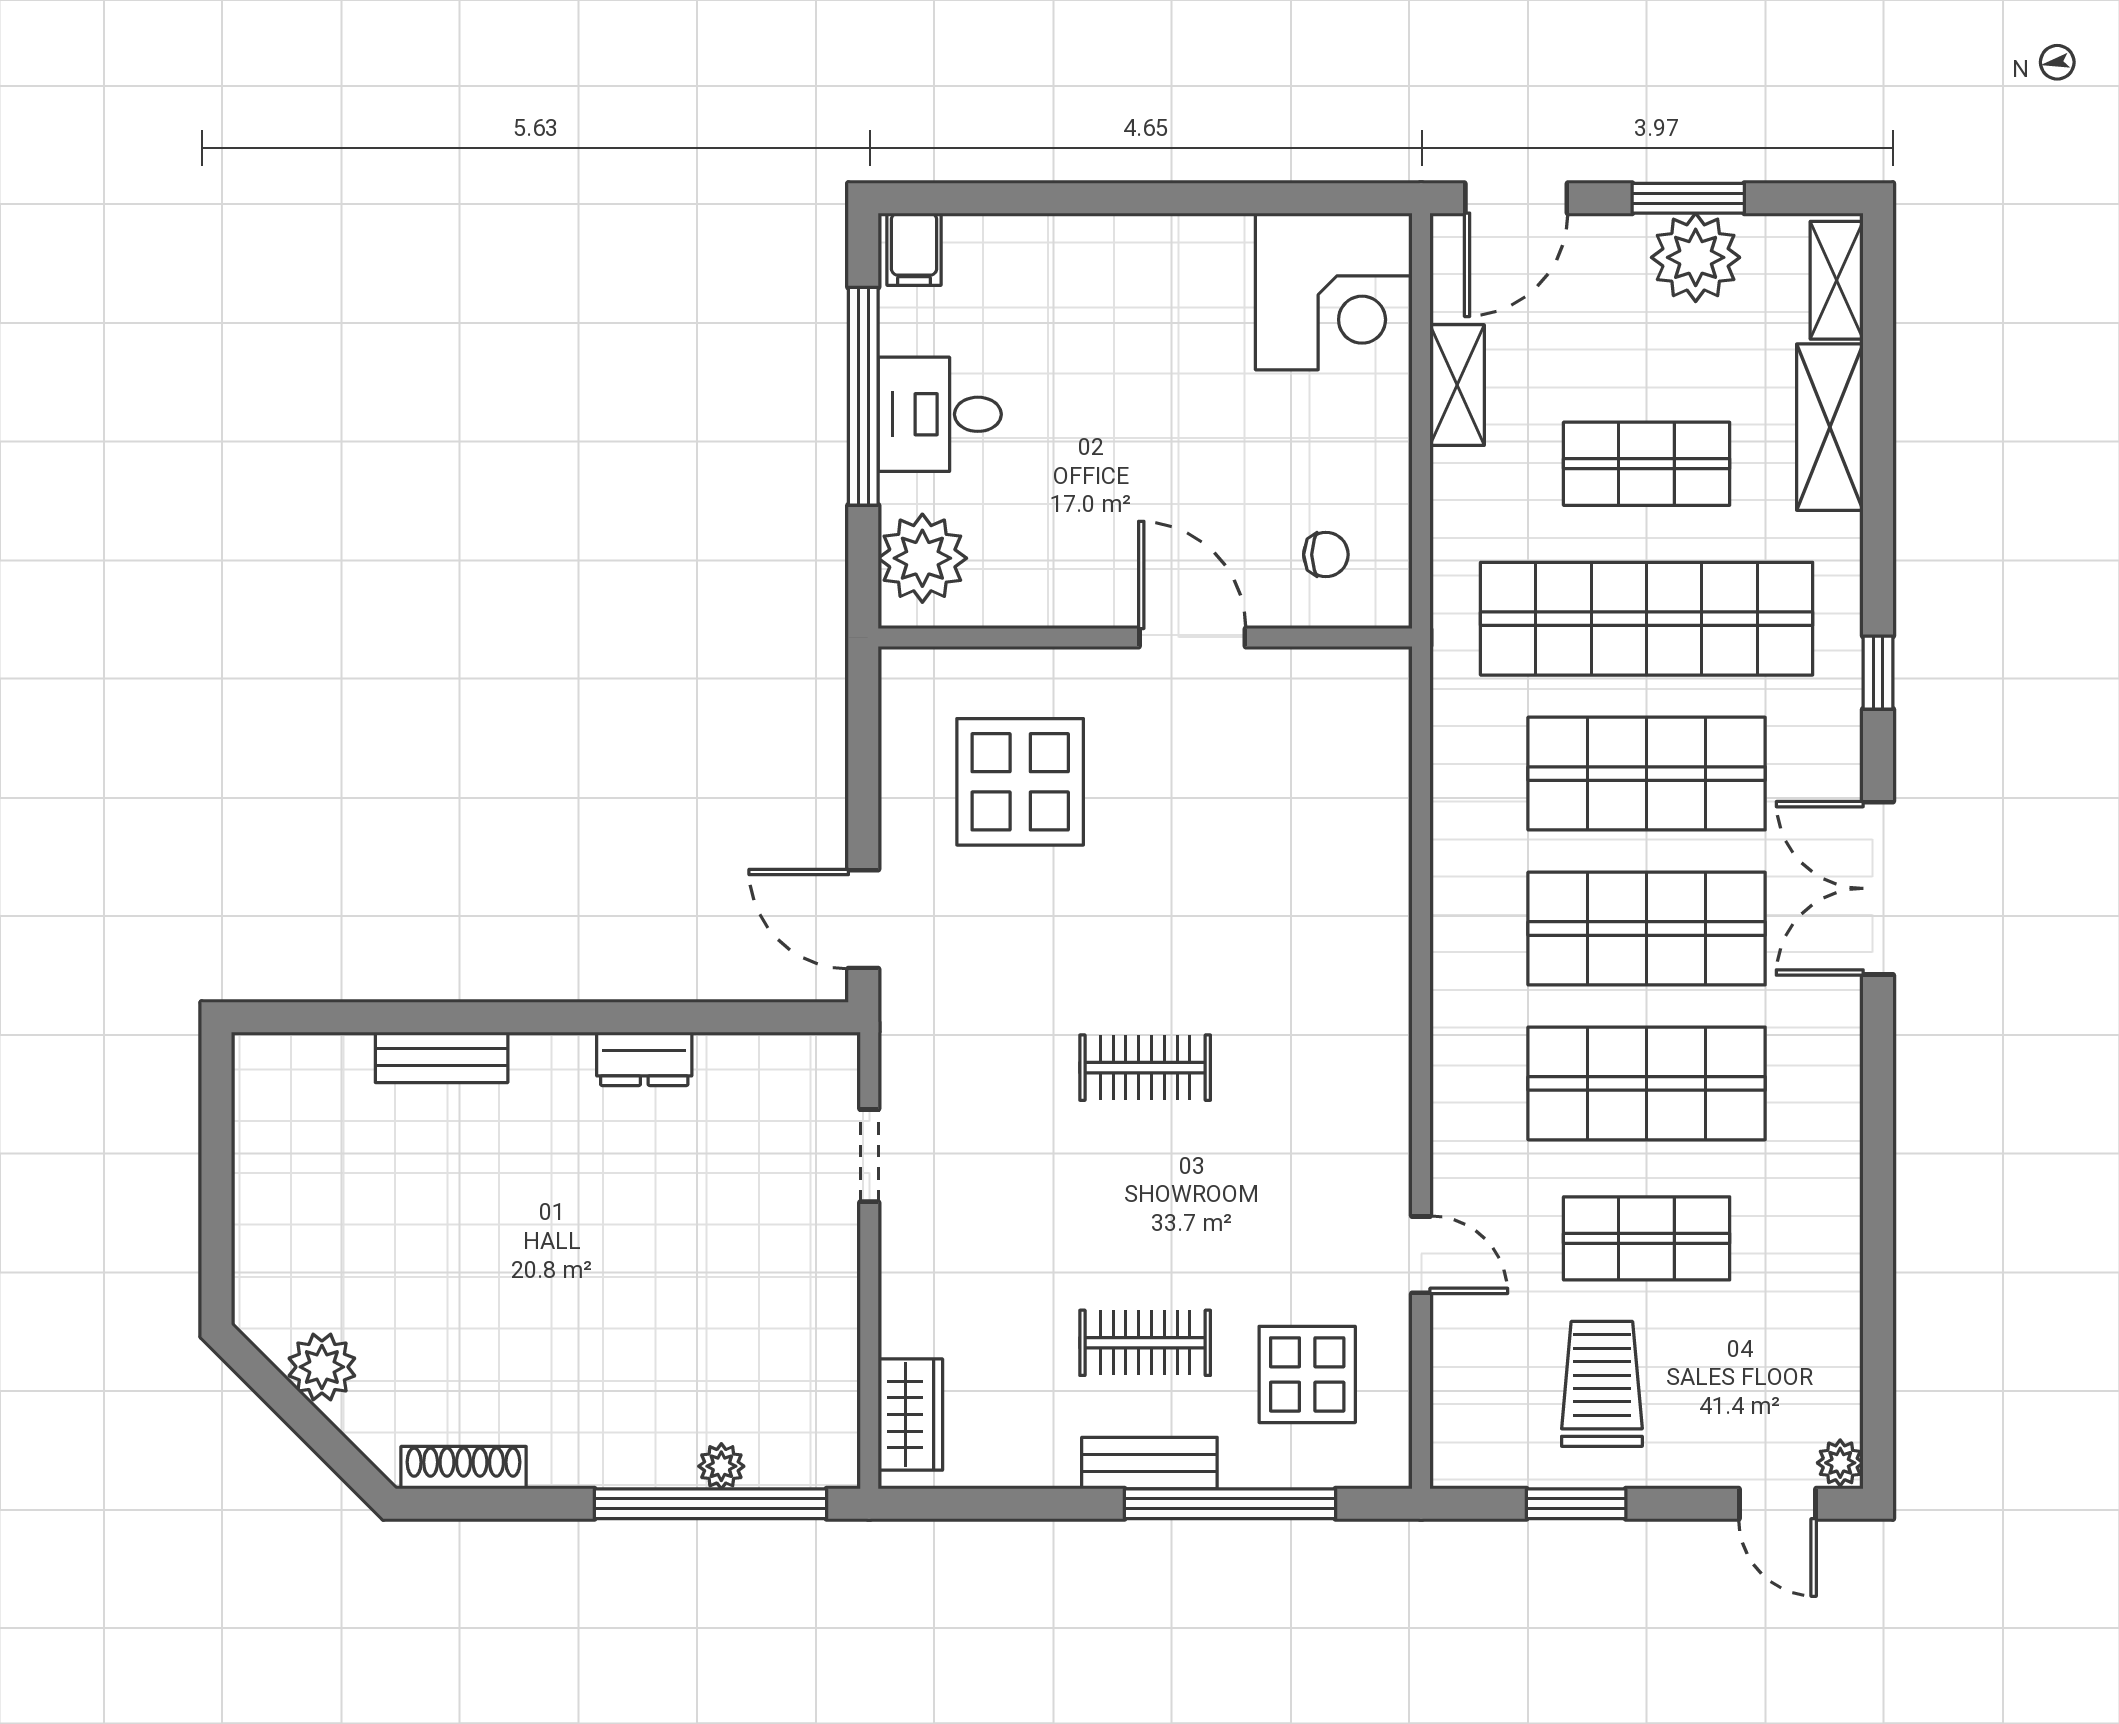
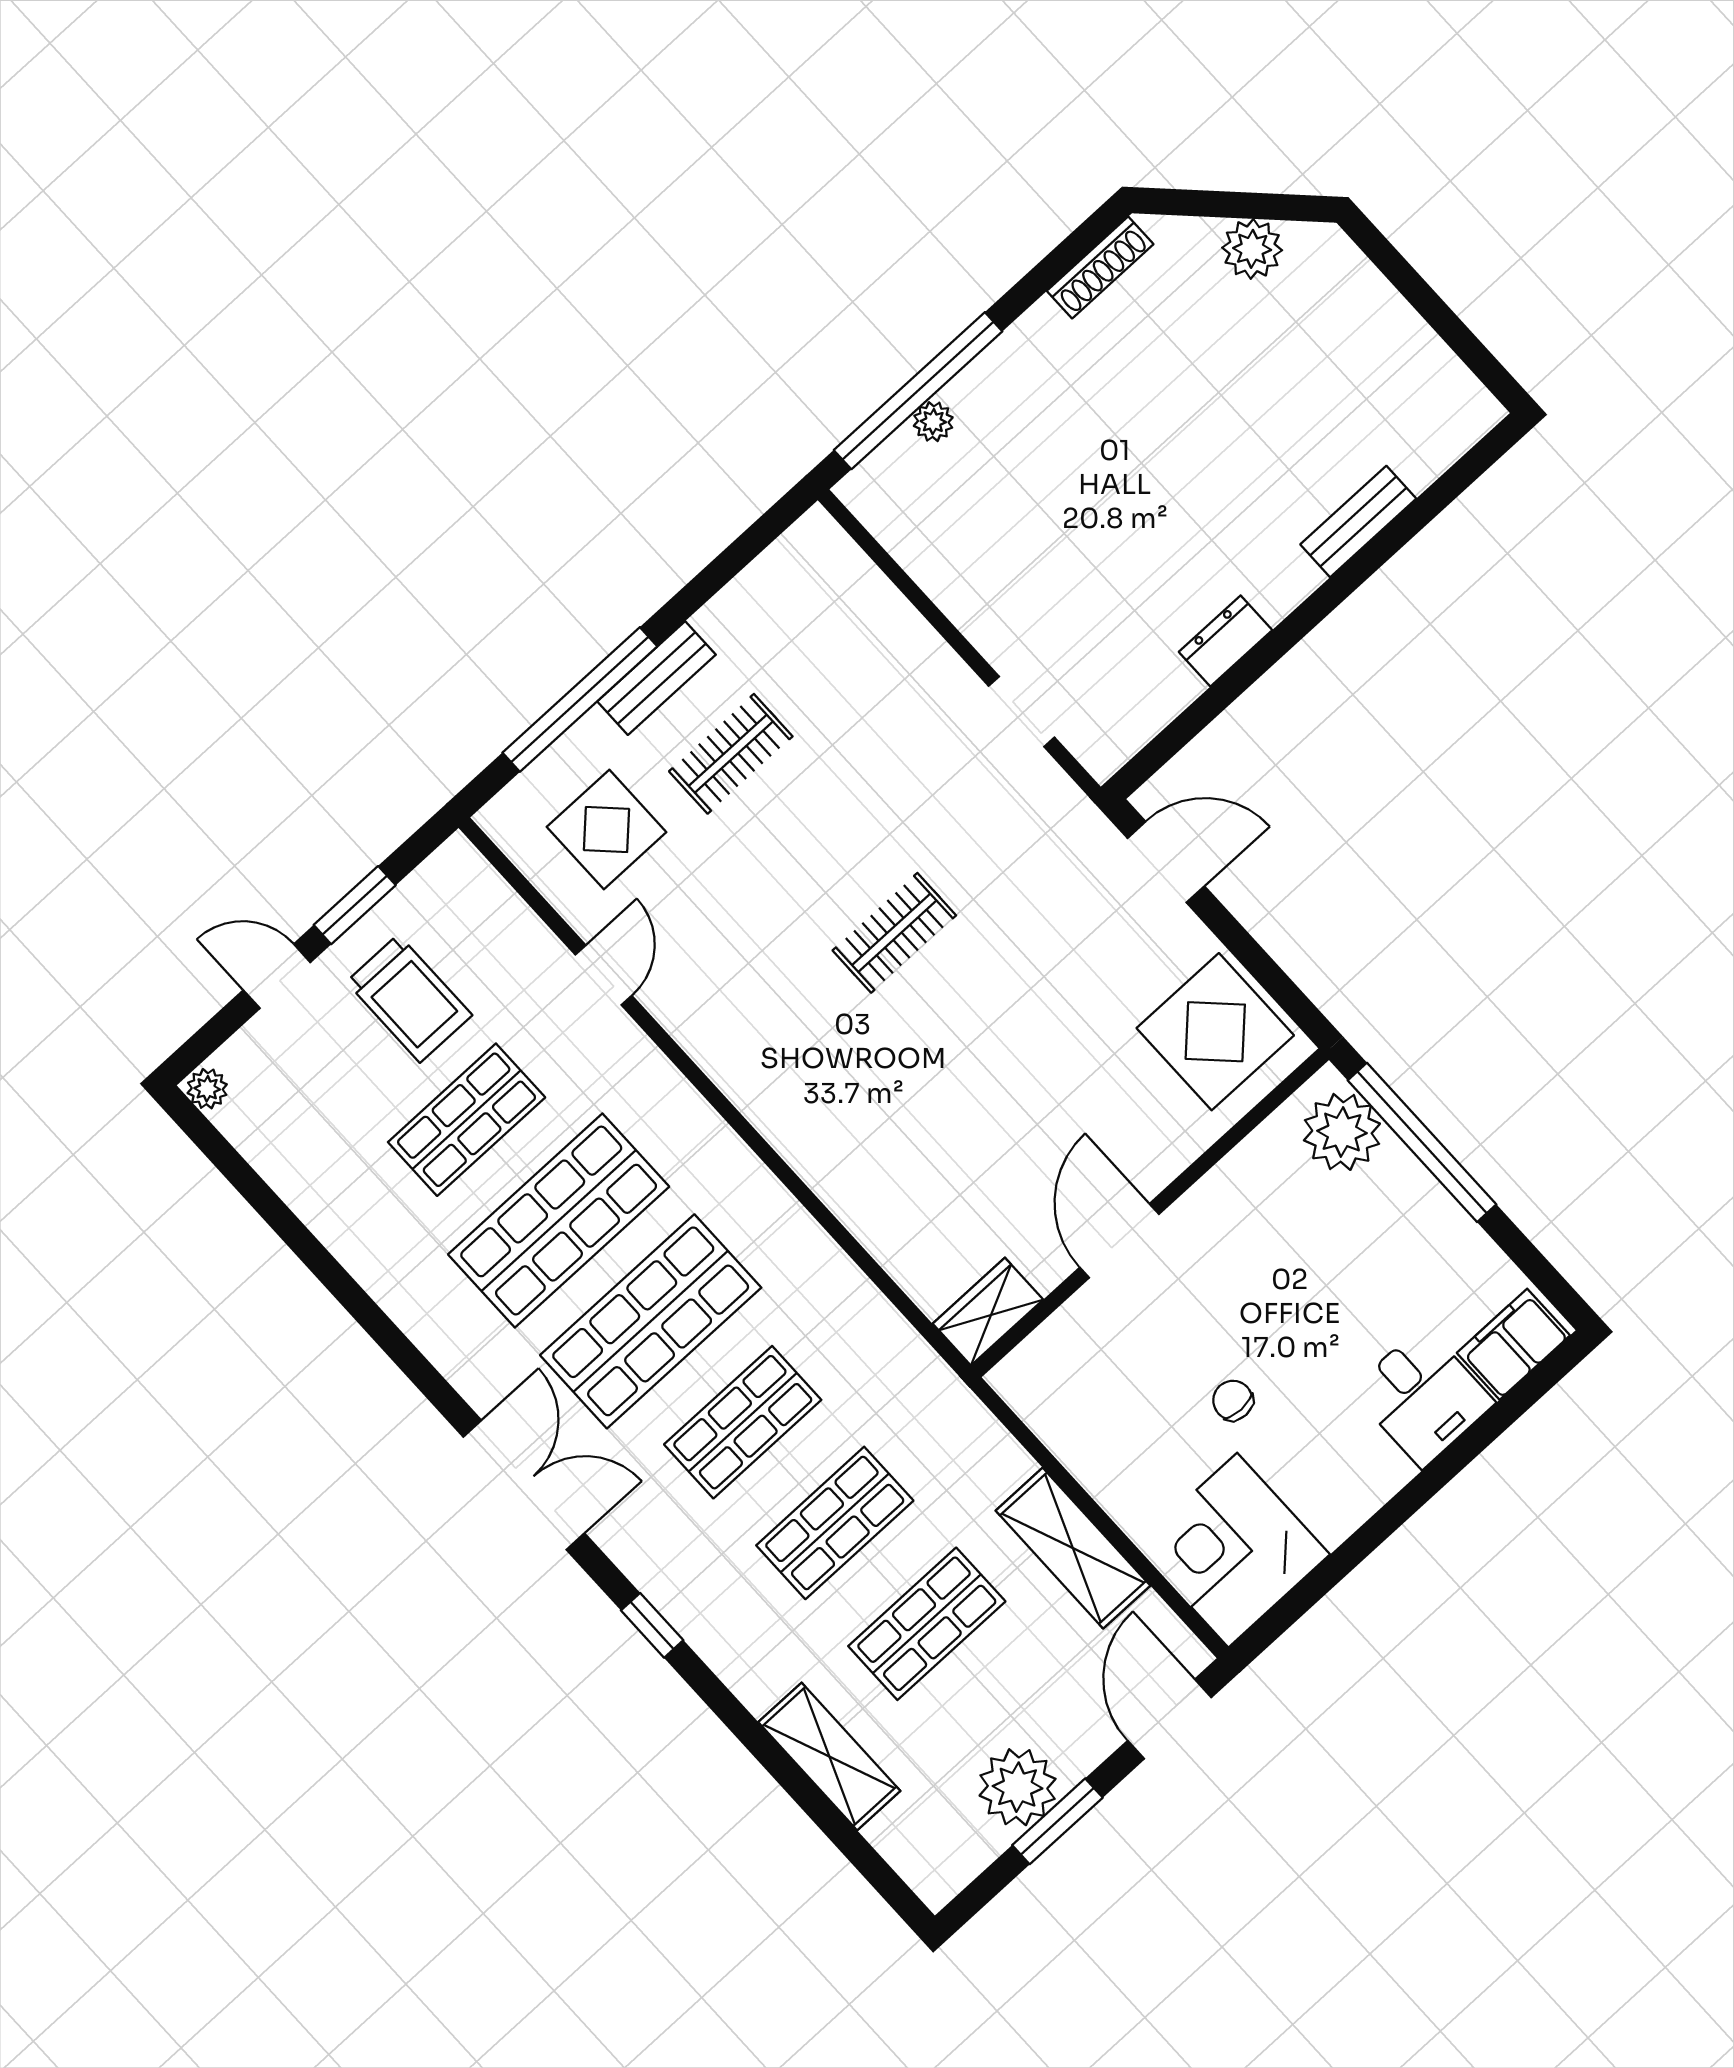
filing cabinet: (914, 249) -> (1513, 1344), width x2.00
shelving: (1837, 280) -> (912, 1856), removed
shelving: (1457, 385) -> (1073, 1548), width x1.50, depth x1.33
window: (863, 396) -> (1422, 1142), moved
desk: (940, 414) -> (1423, 1397), moved, turned 90
chair: (1326, 555) -> (1233, 1400), moved, turned 90
shop shelf: (1647, 619) -> (835, 1523), width x0.50, depth x0.74
door: (1192, 637) -> (1119, 1241), swing flipped
shop shelf: (1647, 774) -> (743, 1422), width x0.70, depth x0.74
display table: (1020, 782) -> (1215, 1032), moved
door: (1421, 1255) -> (604, 975), swing flipped
wardrobe: (910, 1415) -> (988, 1312), moved, turned 90
door: (1777, 1504) -> (277, 976), moved

